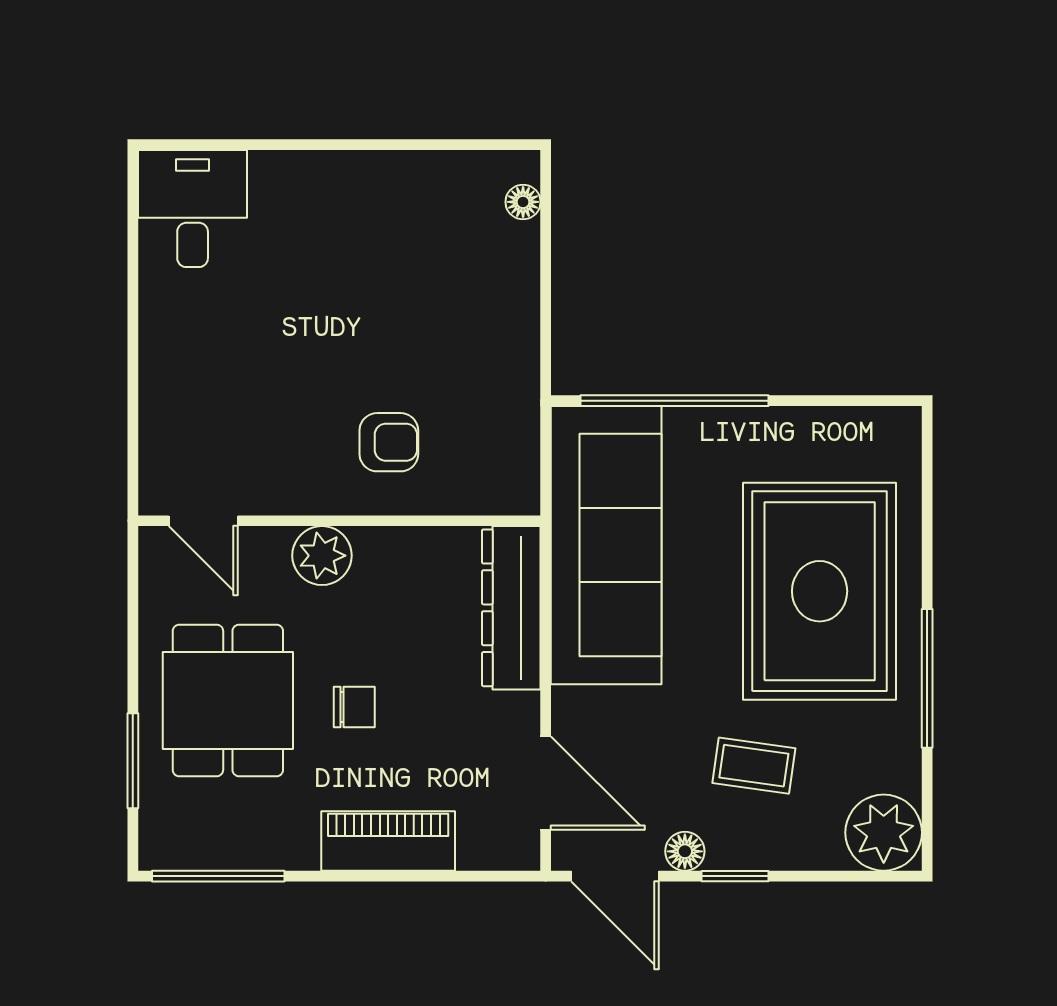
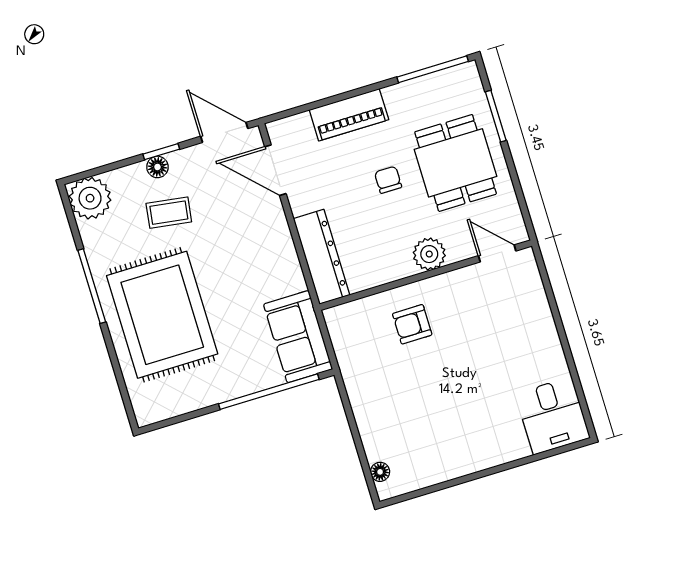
sofa: (606, 545) -> (298, 337), width x0.54, depth x0.79
chair: (354, 707) -> (388, 180), turned 90
floor lamp: (685, 851) -> (157, 167), moved

